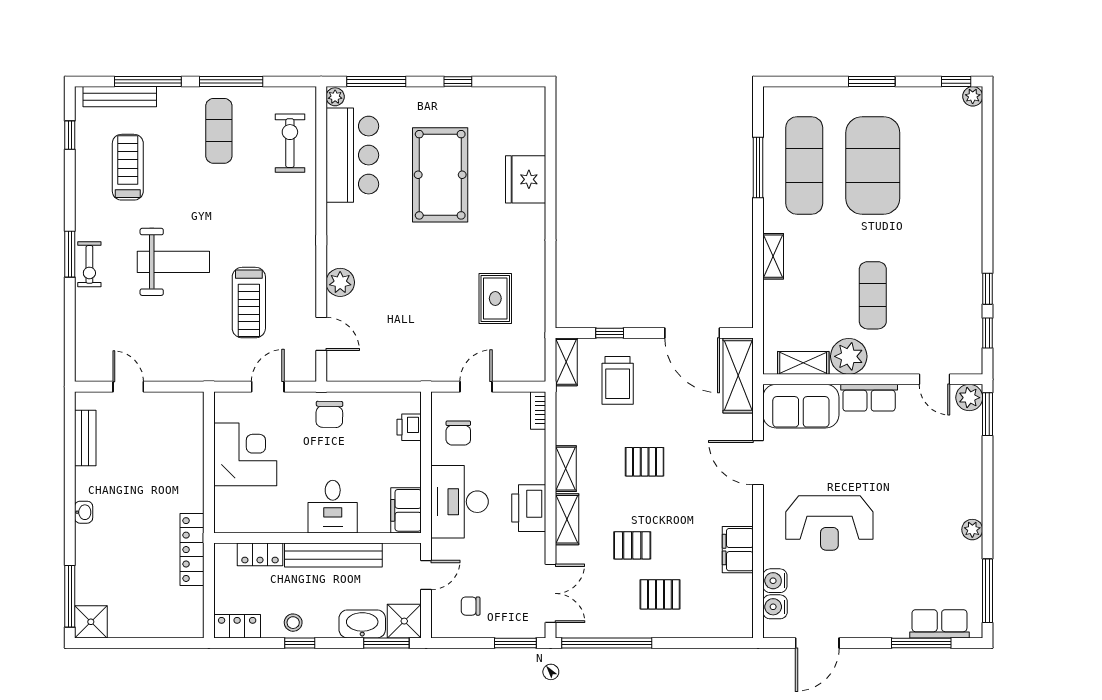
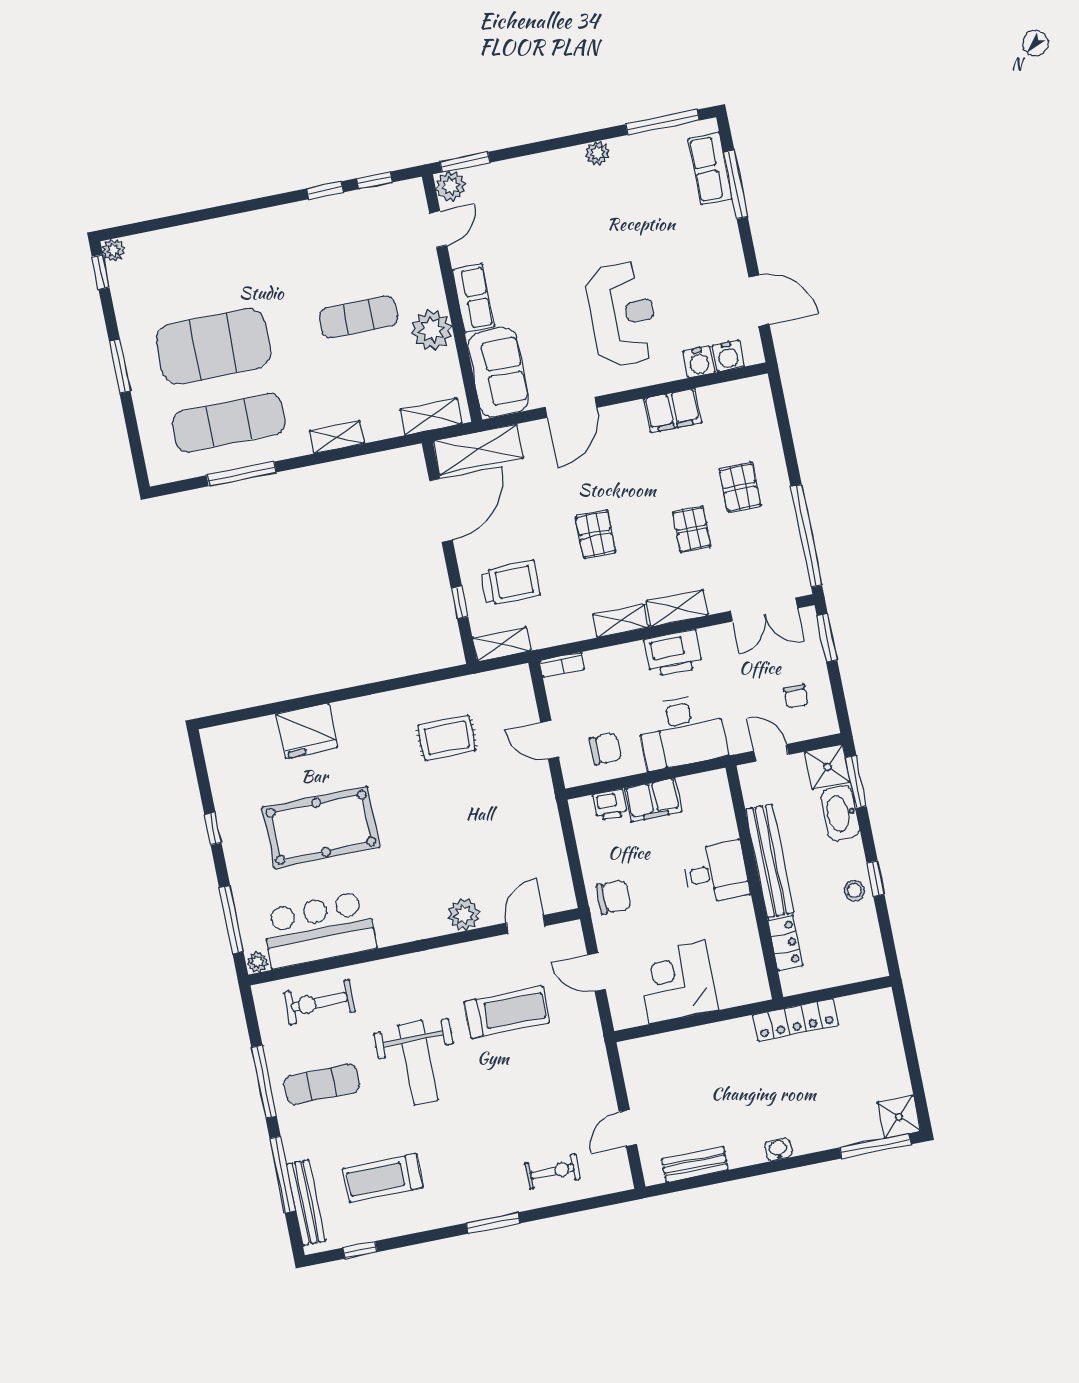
weight bench: (173, 262) -> (418, 1063), moved, turned 180
exercise bike: (89, 264) -> (552, 1171), moved
shelving: (803, 363) -> (431, 417), moved, turned 90
filing cabinet: (406, 510) -> (653, 800), moved
double door: (551, 593) -> (764, 610), swing flipped
locker: (237, 626) -> (871, 952), removed

